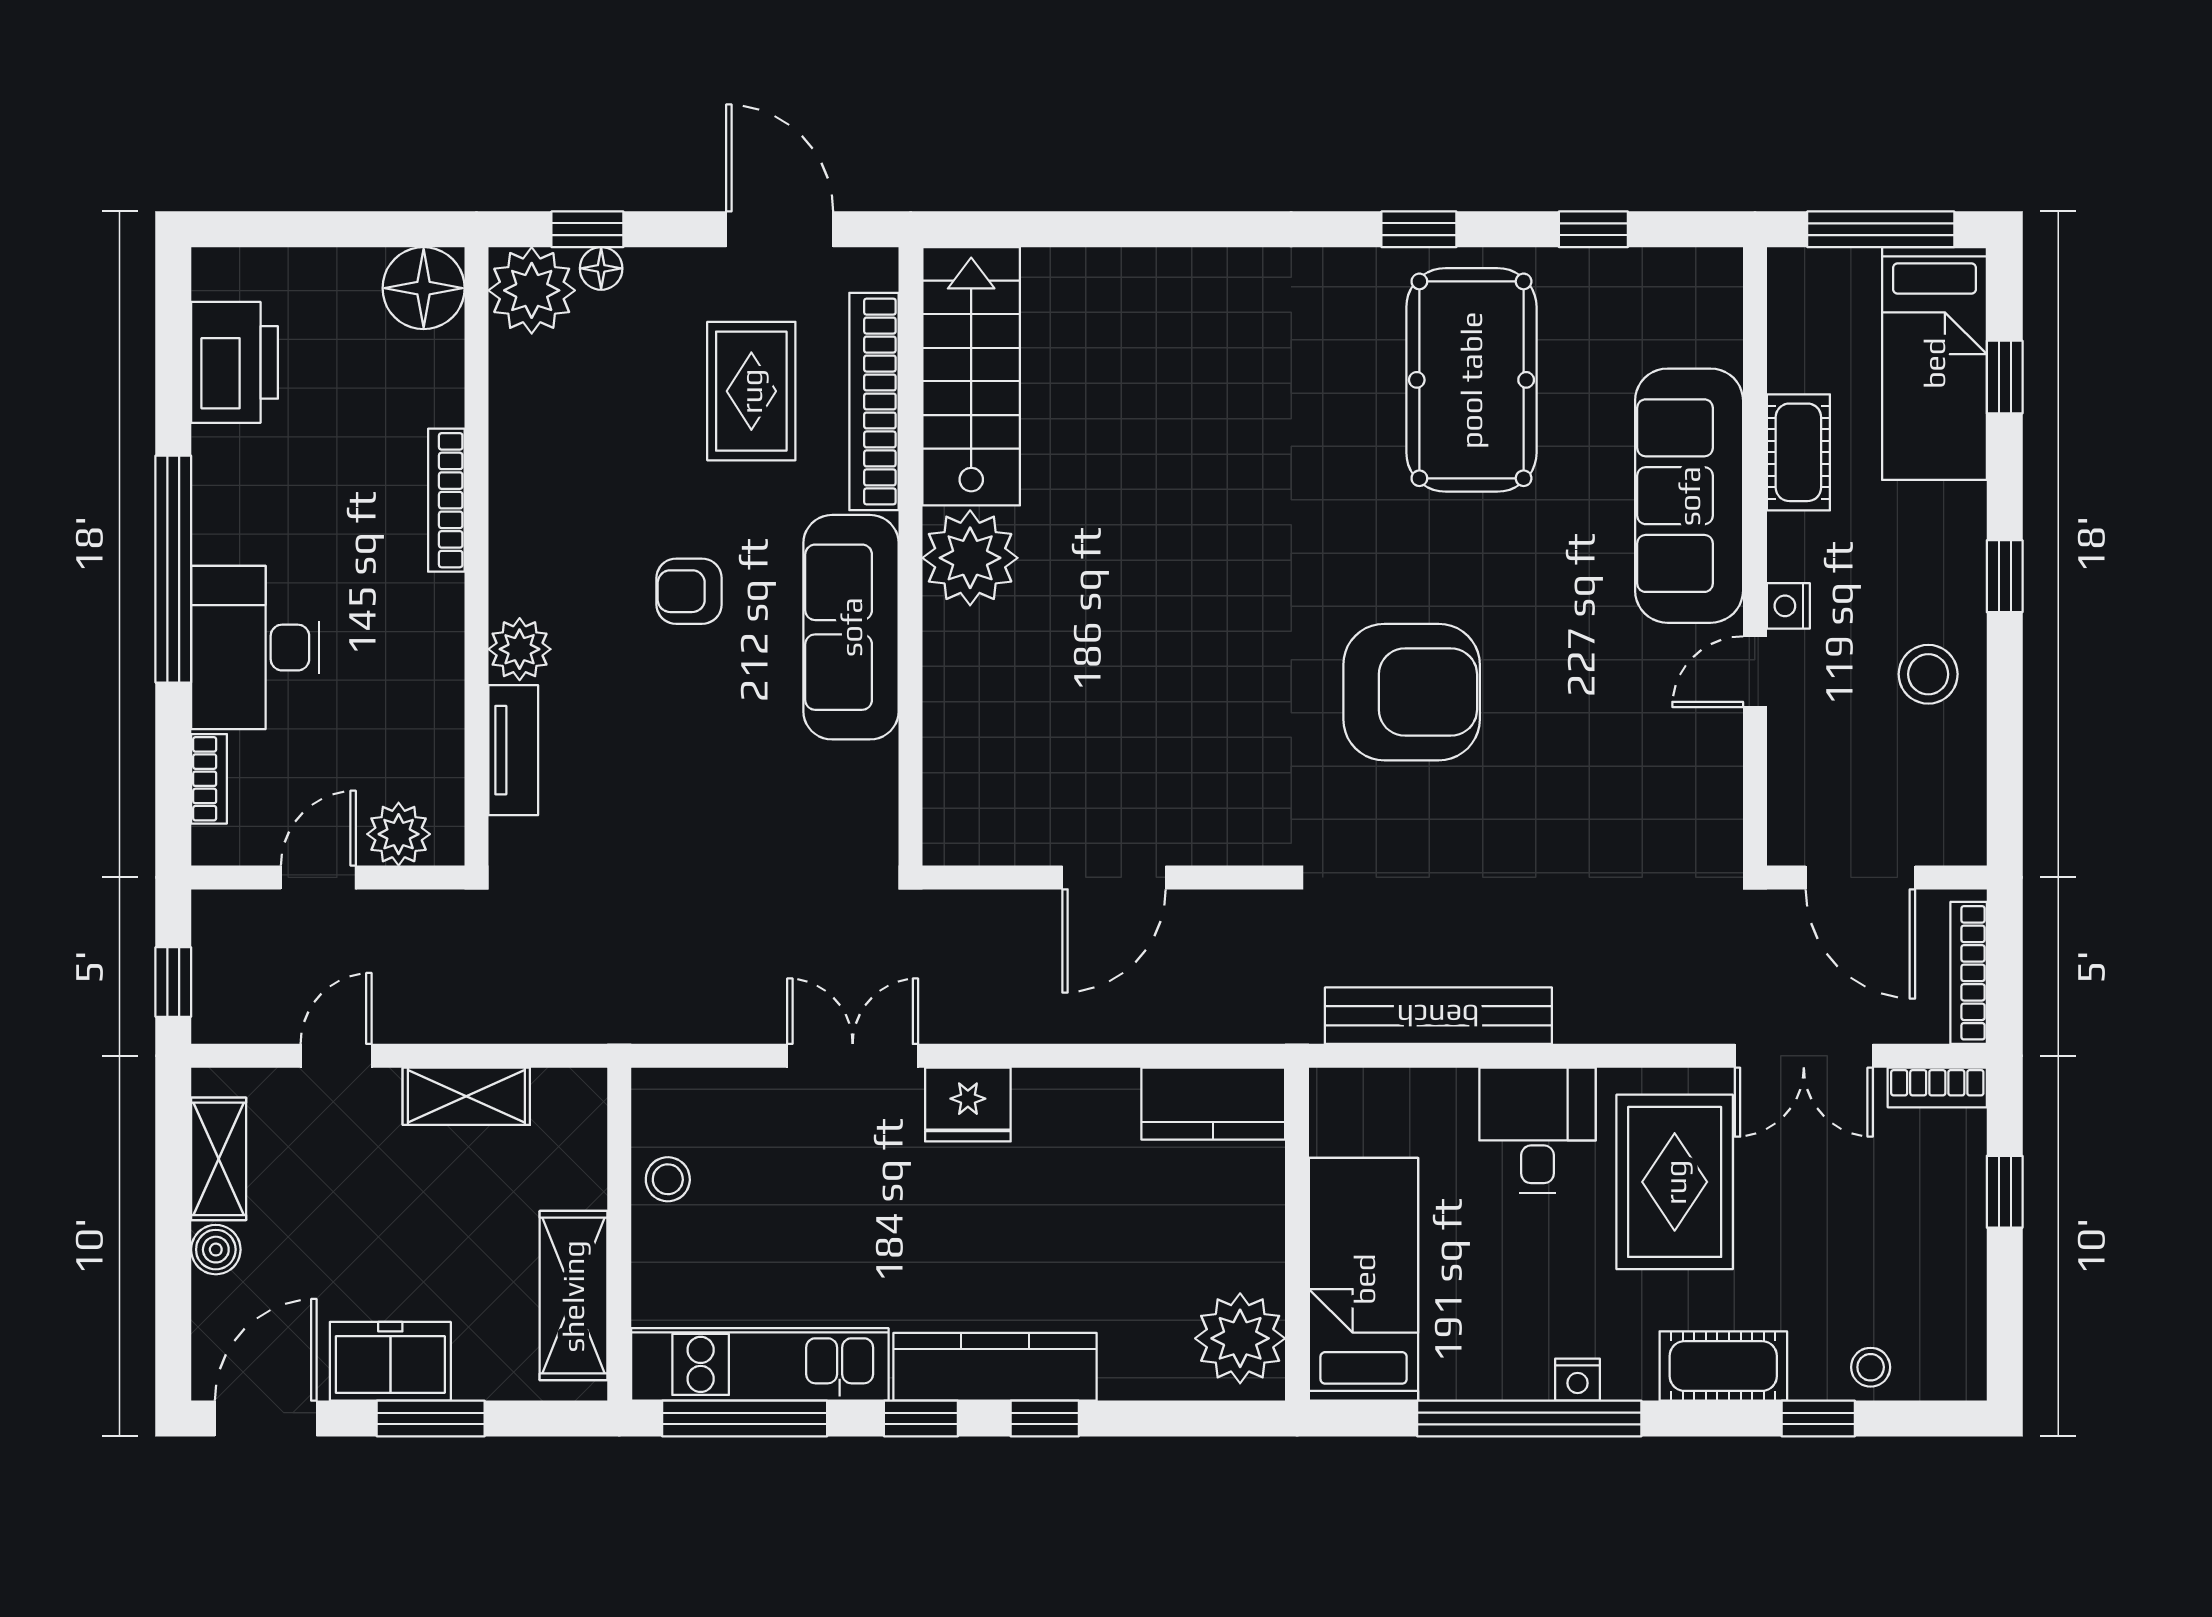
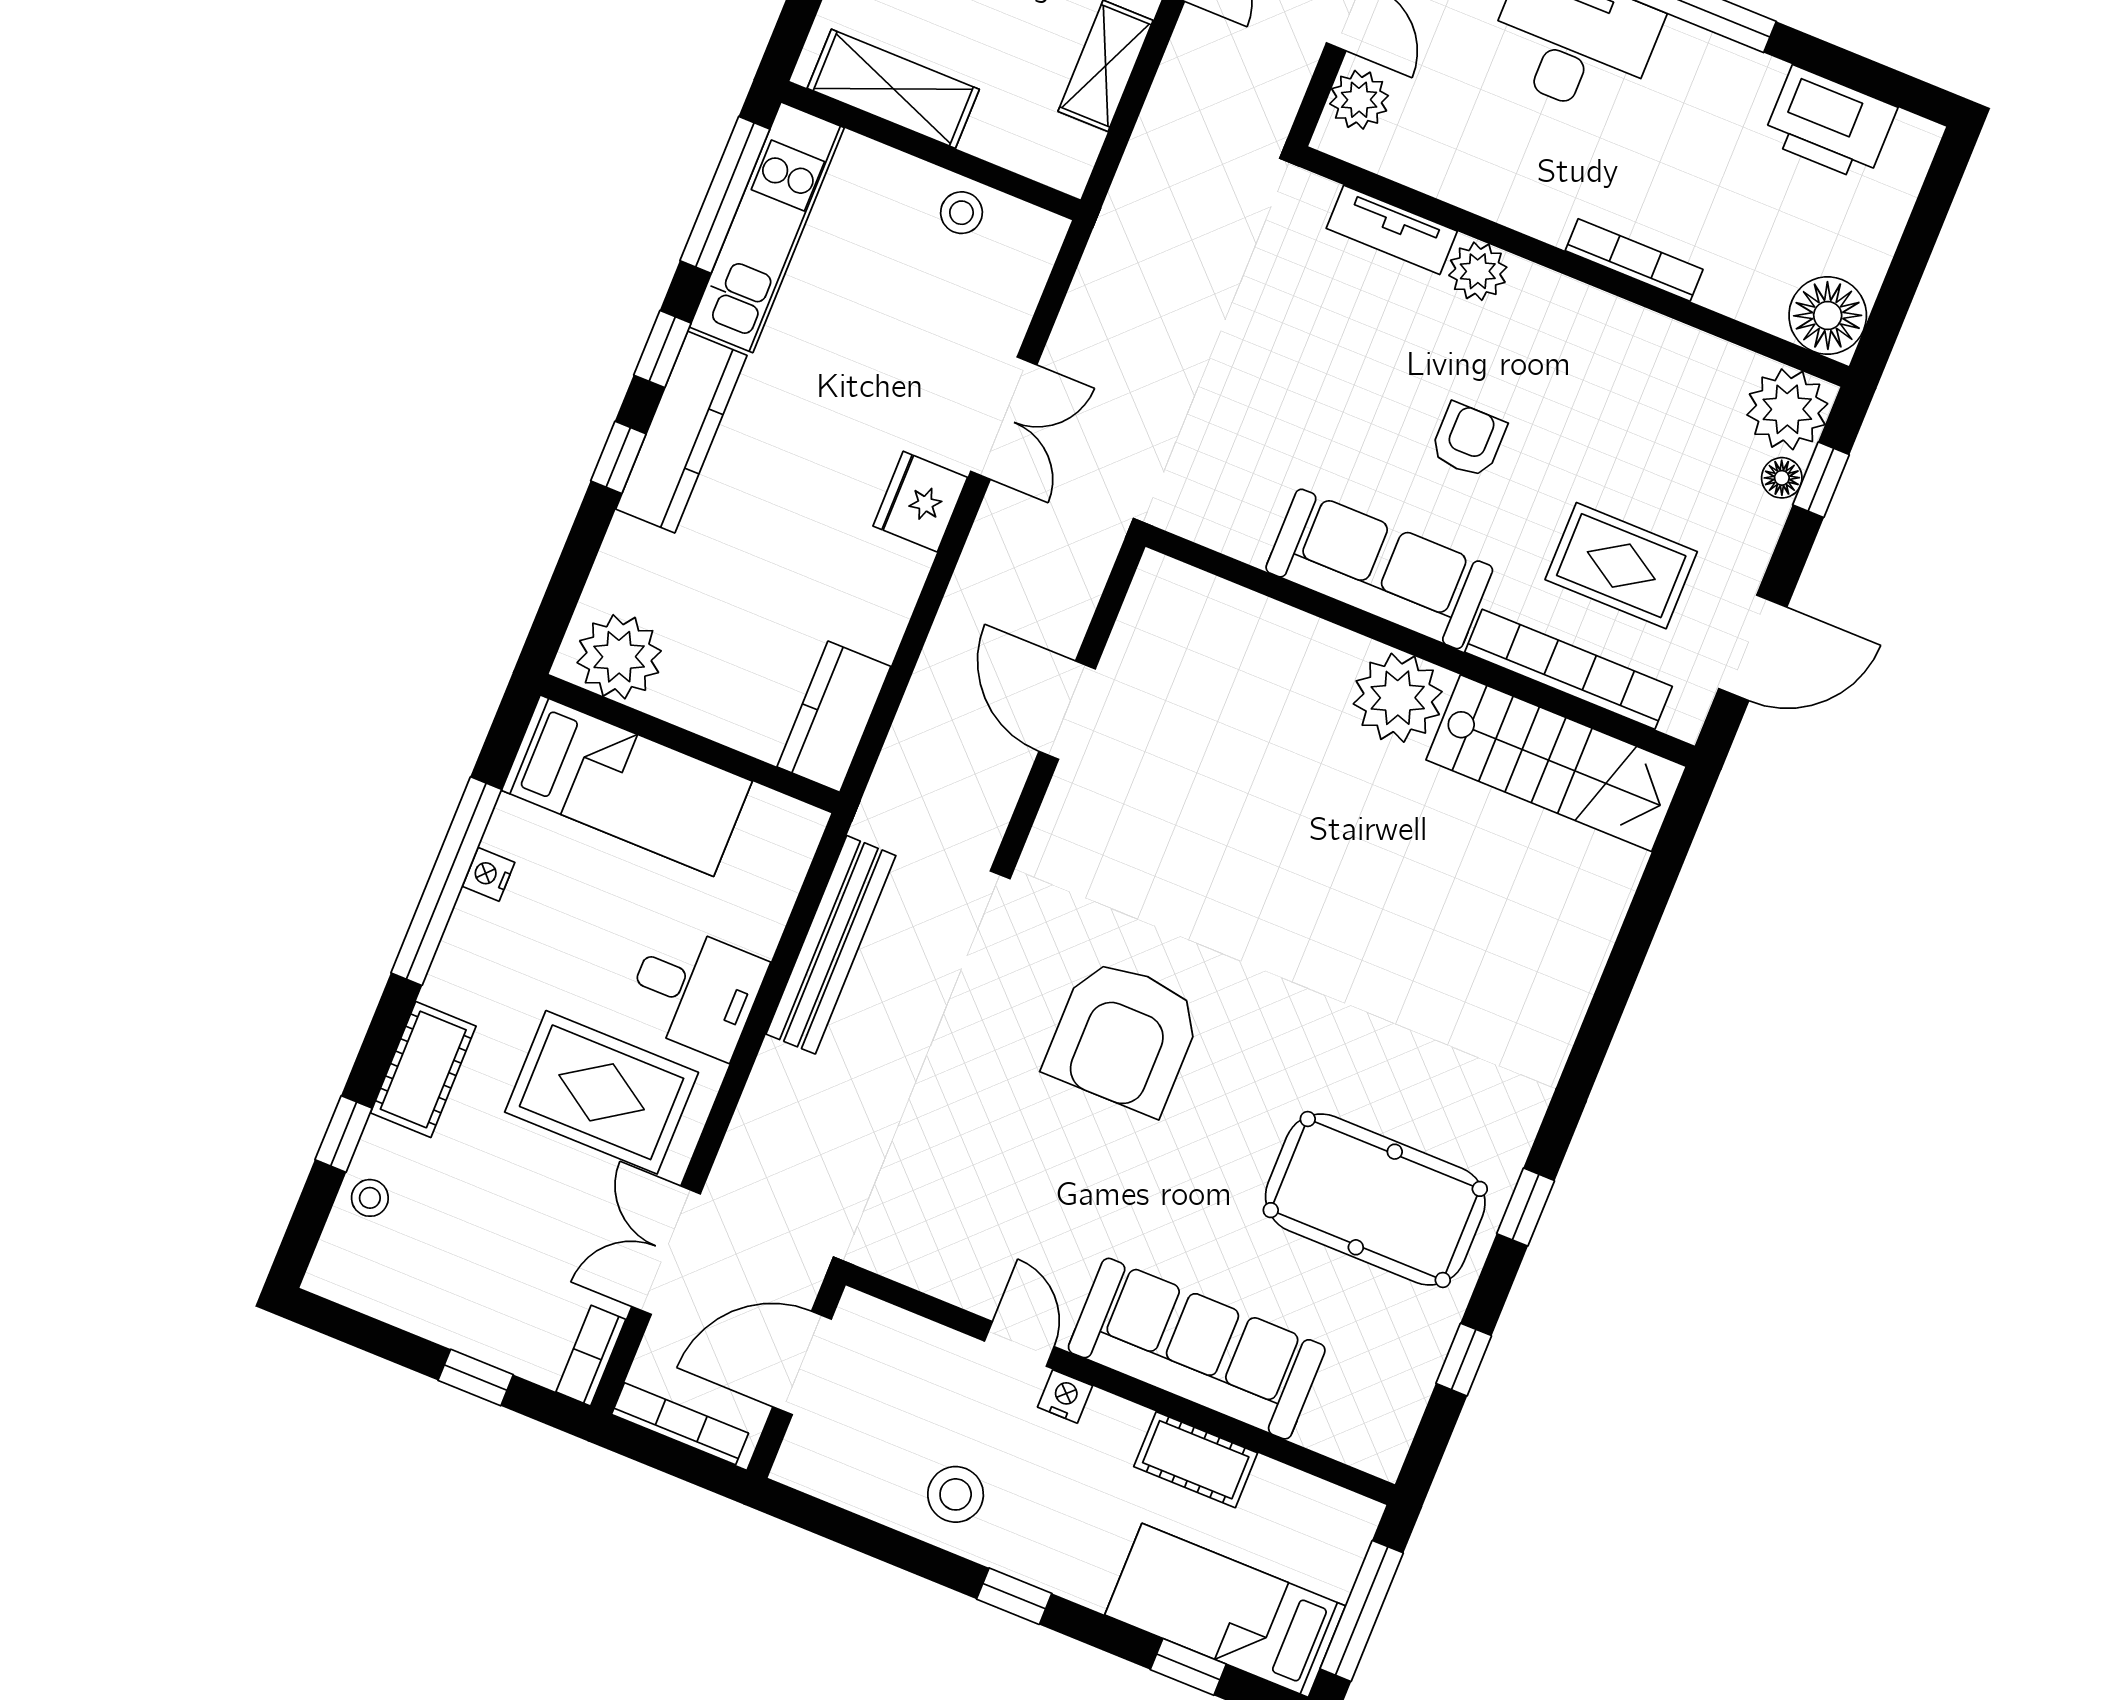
nightstand: (1578, 1380) -> (489, 874), moved

